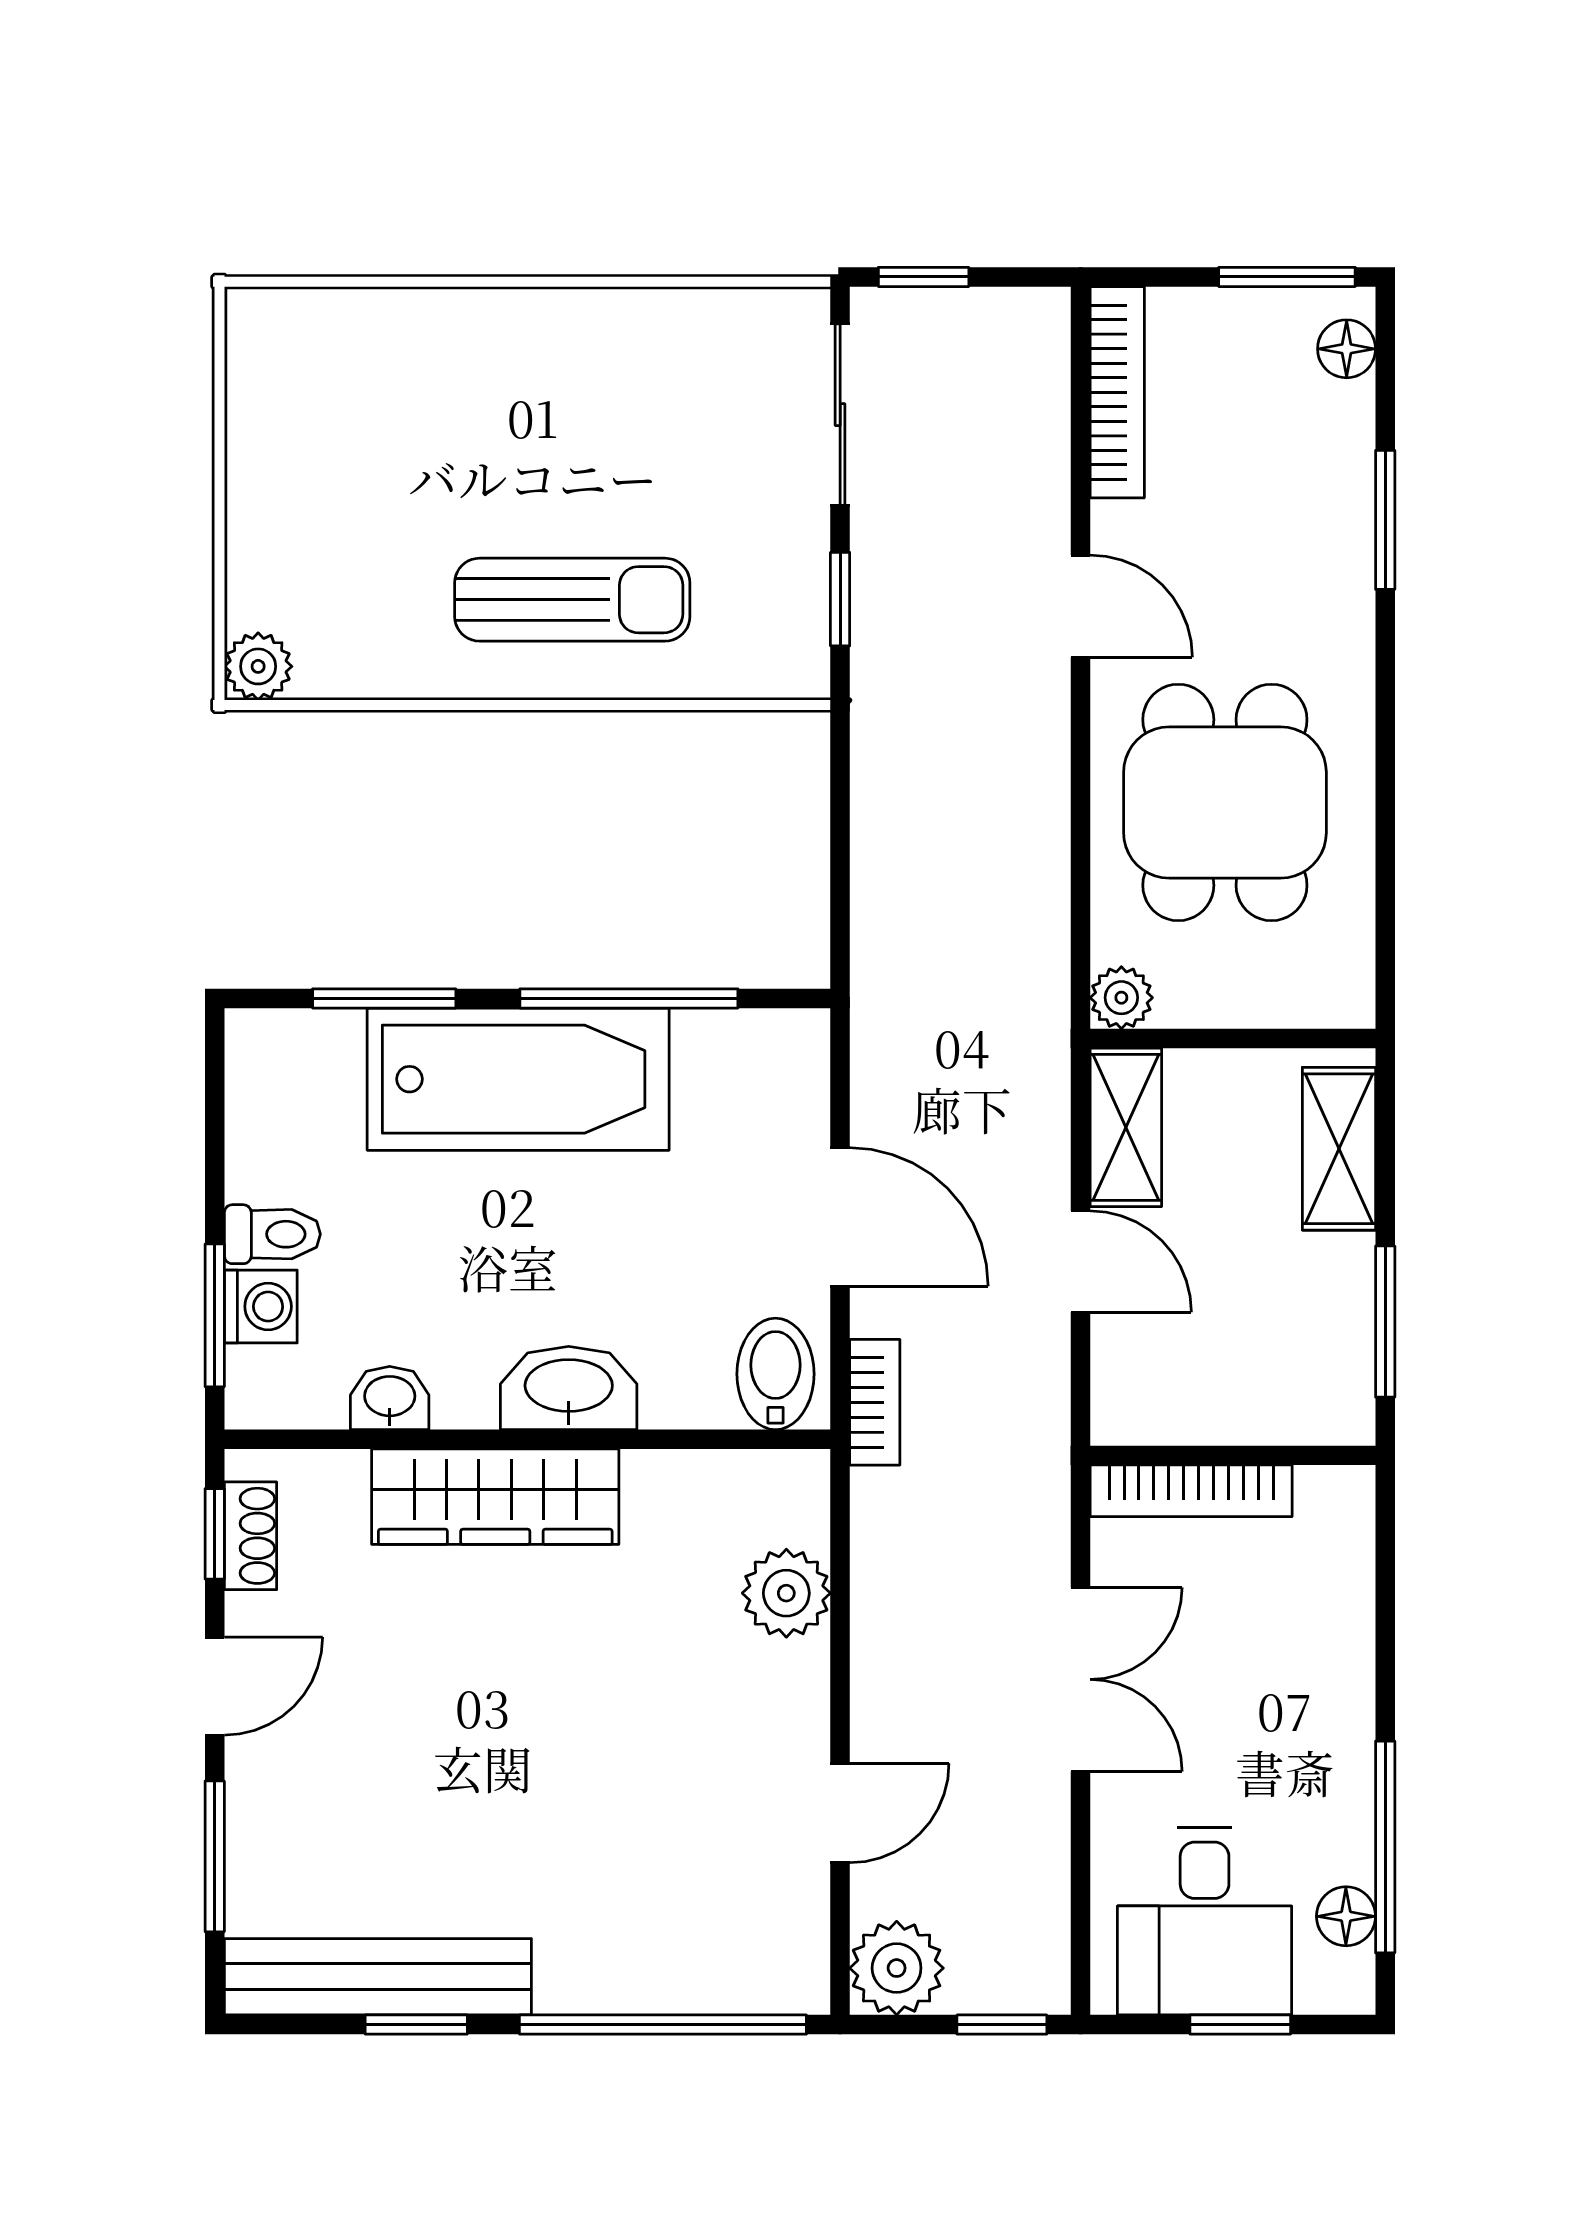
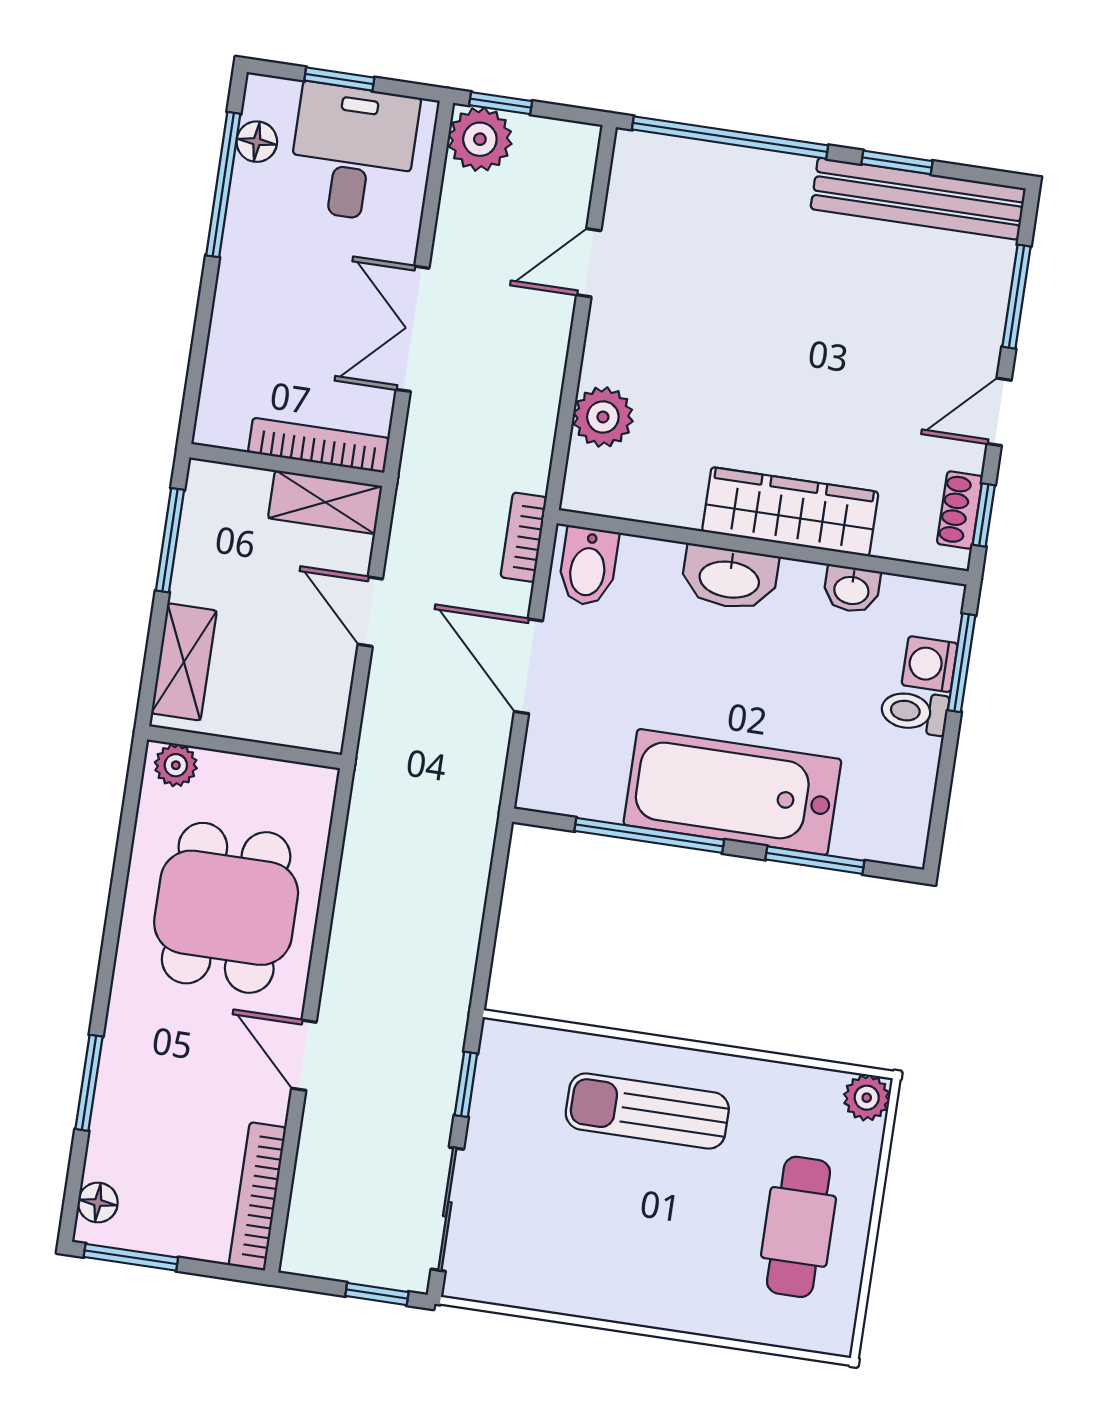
cafe table: (329, 465) -> (799, 1227), added
plant: (1121, 998) -> (176, 765), moved
shelving: (1126, 1127) -> (325, 502), moved, turned 90
plant: (897, 1968) -> (480, 139), moved

